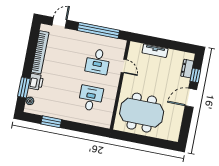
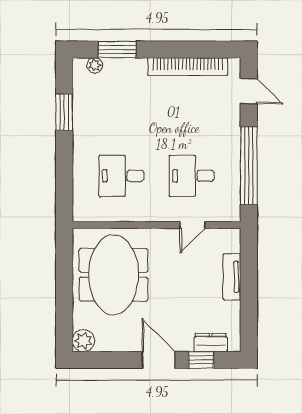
printer: (36, 82) -> (132, 69), removed
desk: (91, 98) -> (121, 176), turned 180
plant: (173, 135) -> (83, 341), added

